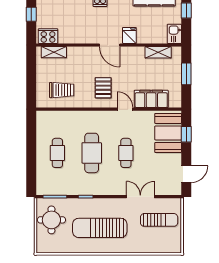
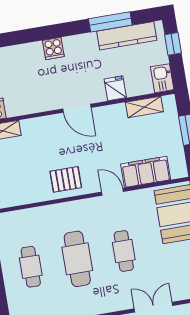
fridge: (129, 35) -> (115, 88), moved
pallet: (103, 88) -> (66, 179), moved, turned 90
trolley: (62, 90) -> (22, 180), removed

